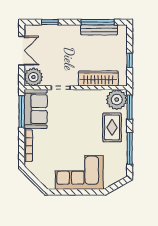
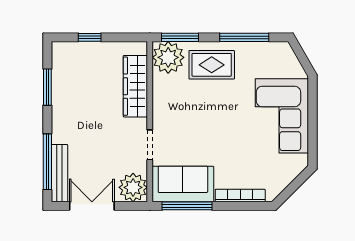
window: (50, 22) -> (47, 162), width x2.17
window: (98, 22) -> (47, 87), width x0.69
bench: (99, 30) -> (59, 173), moved
window: (130, 60) -> (90, 37), moved

